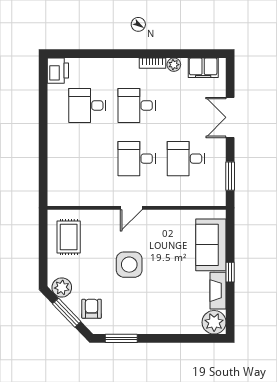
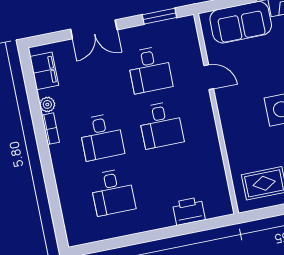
printer: (58, 71) -> (189, 211), moved
door: (131, 208) -> (209, 77), moved

